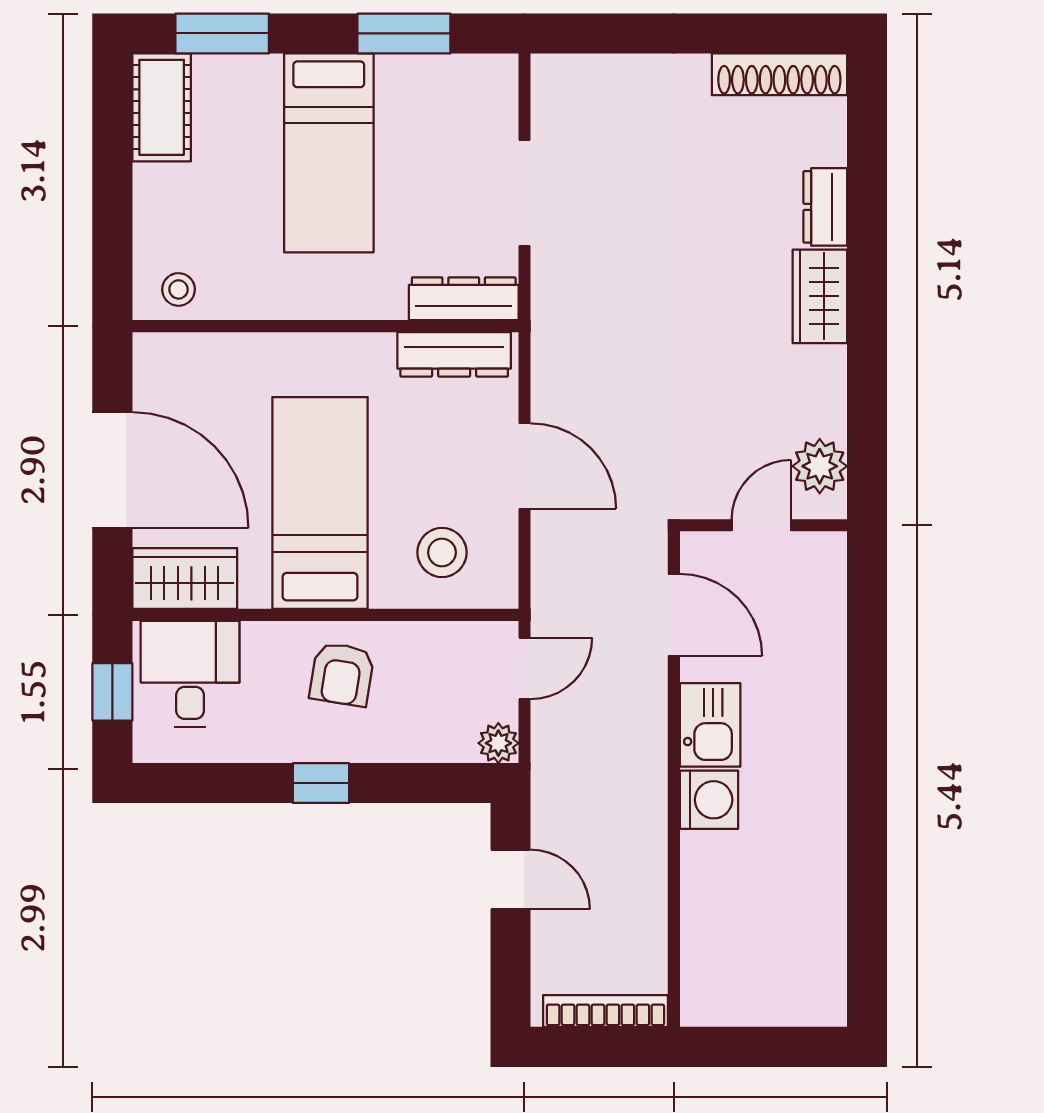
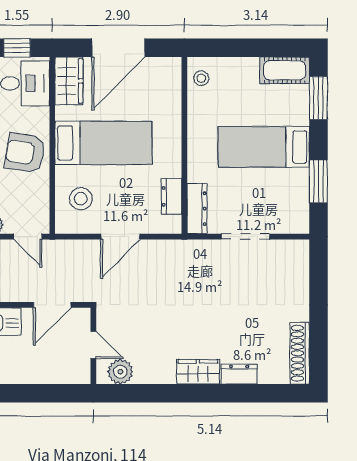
dresser: (454, 354) -> (172, 196), width x0.70
armchair: (342, 674) -> (25, 153), width x1.38, depth x1.38

